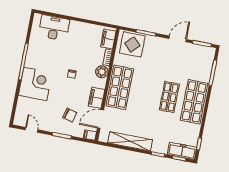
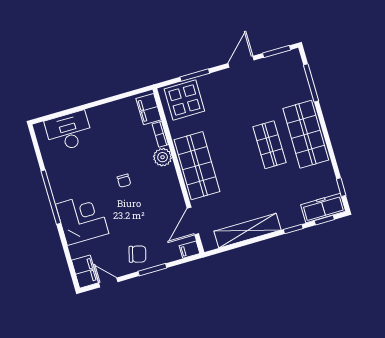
filing cabinet: (96, 98) -> (85, 272), moved, turned 180
chair: (70, 115) -> (137, 254), moved

